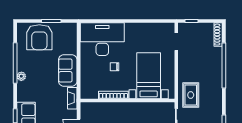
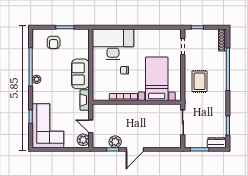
armchair: (39, 37) -> (54, 42), width x0.53, depth x0.53
rug: (191, 95) -> (200, 81), moved

